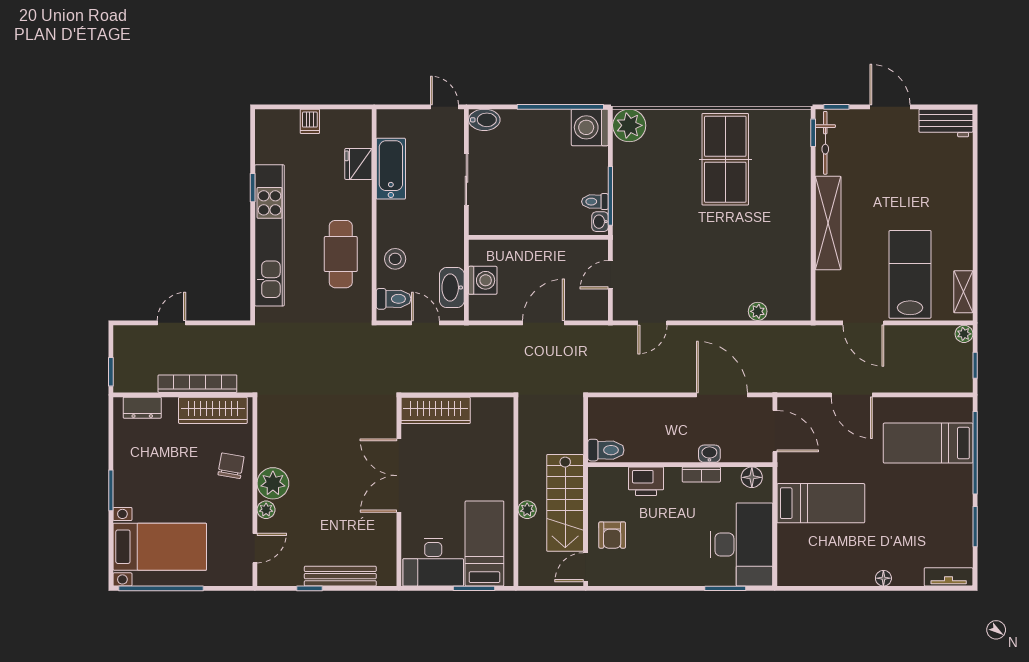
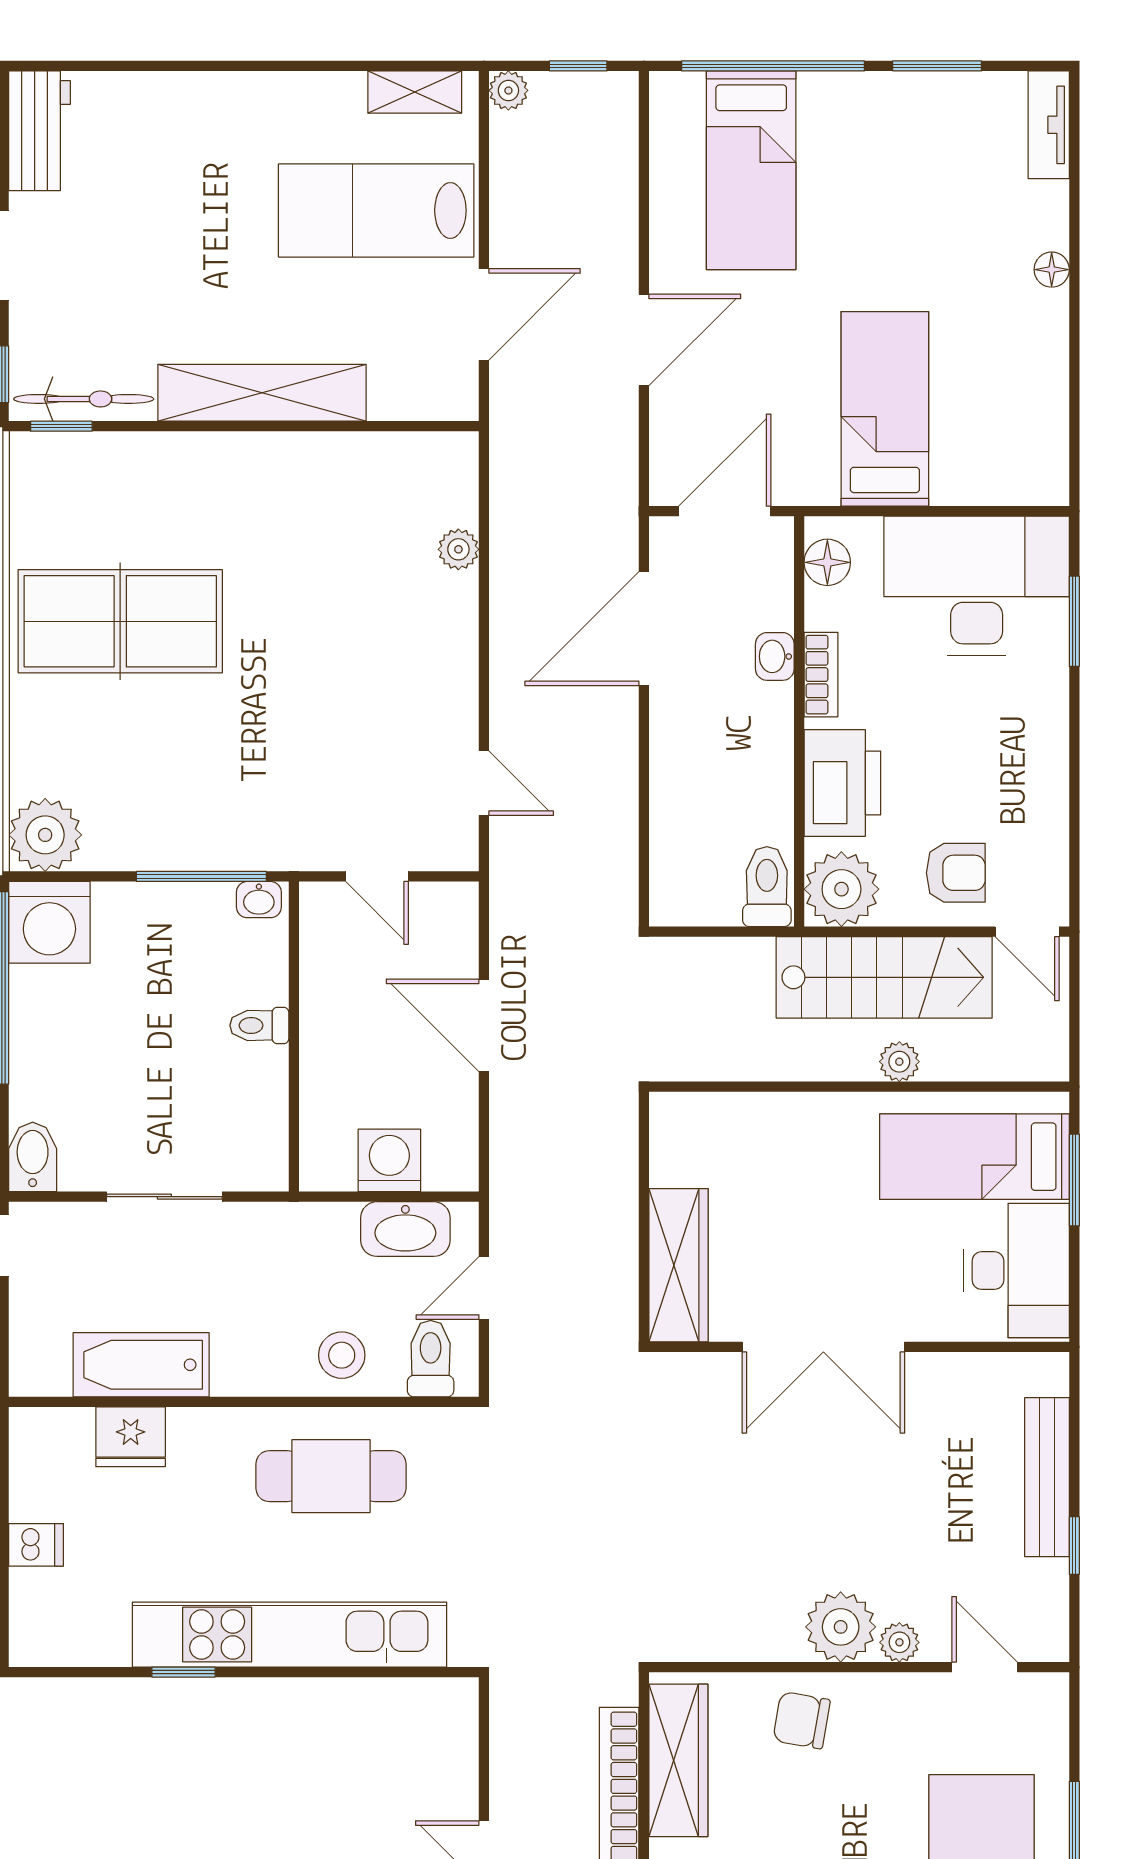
toilet: (595, 202) -> (259, 1025), moved, turned 90
printer: (646, 481) -> (842, 783), width x1.37, depth x1.19
plant: (605, 484) -> (841, 889), added

